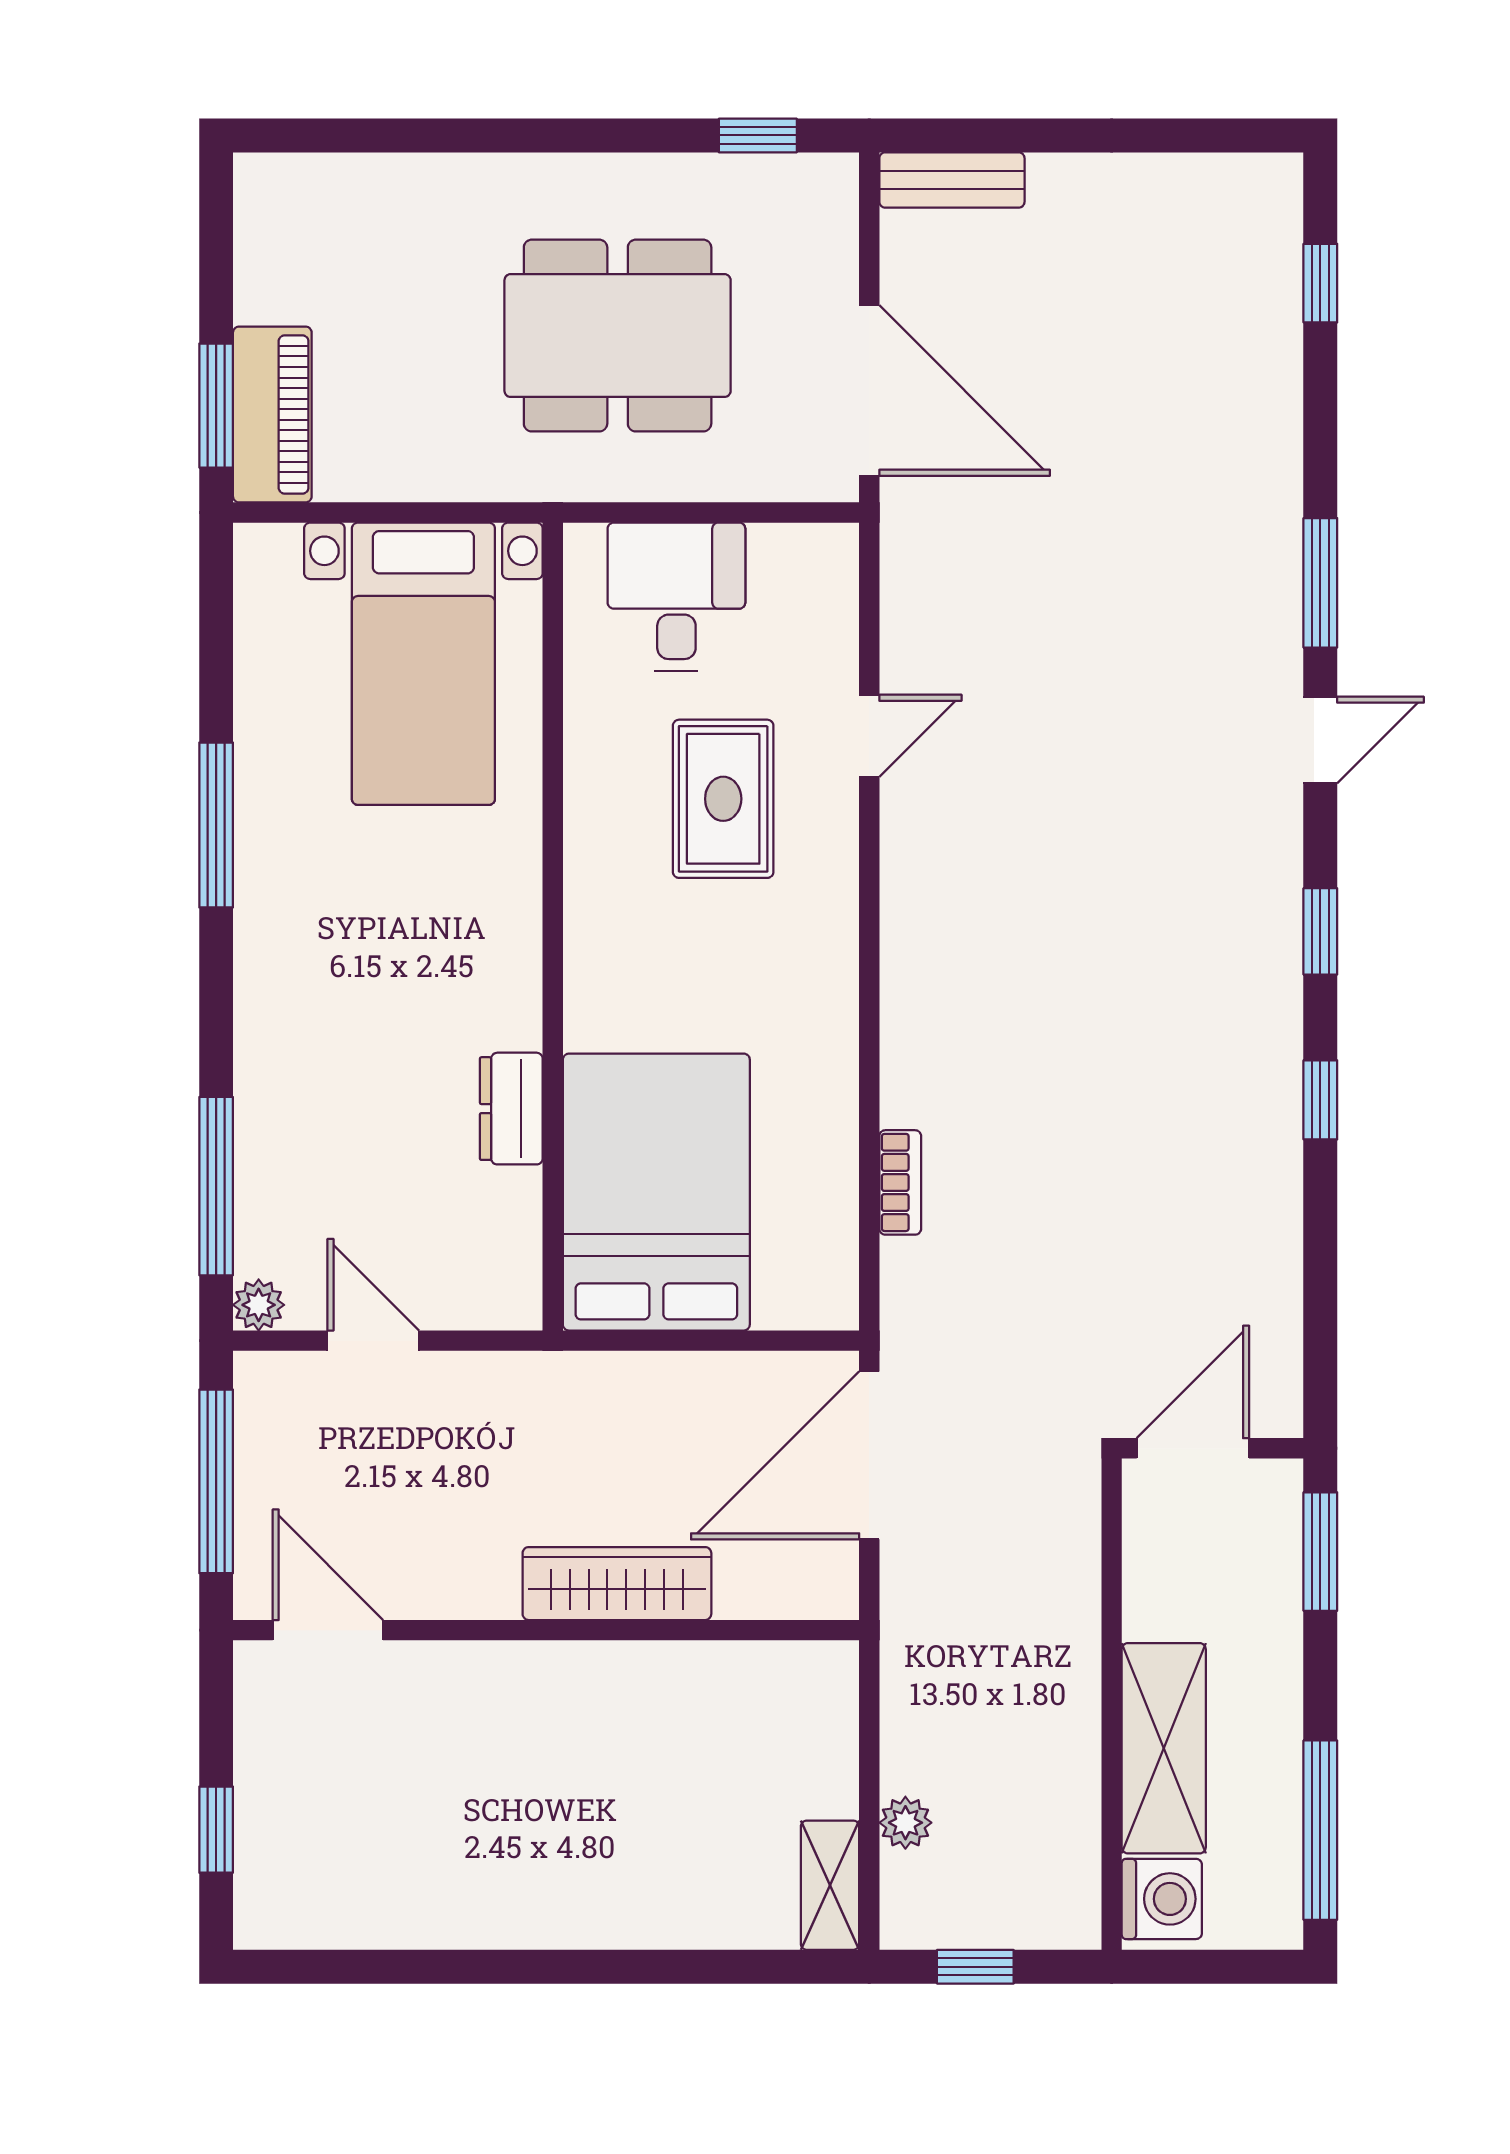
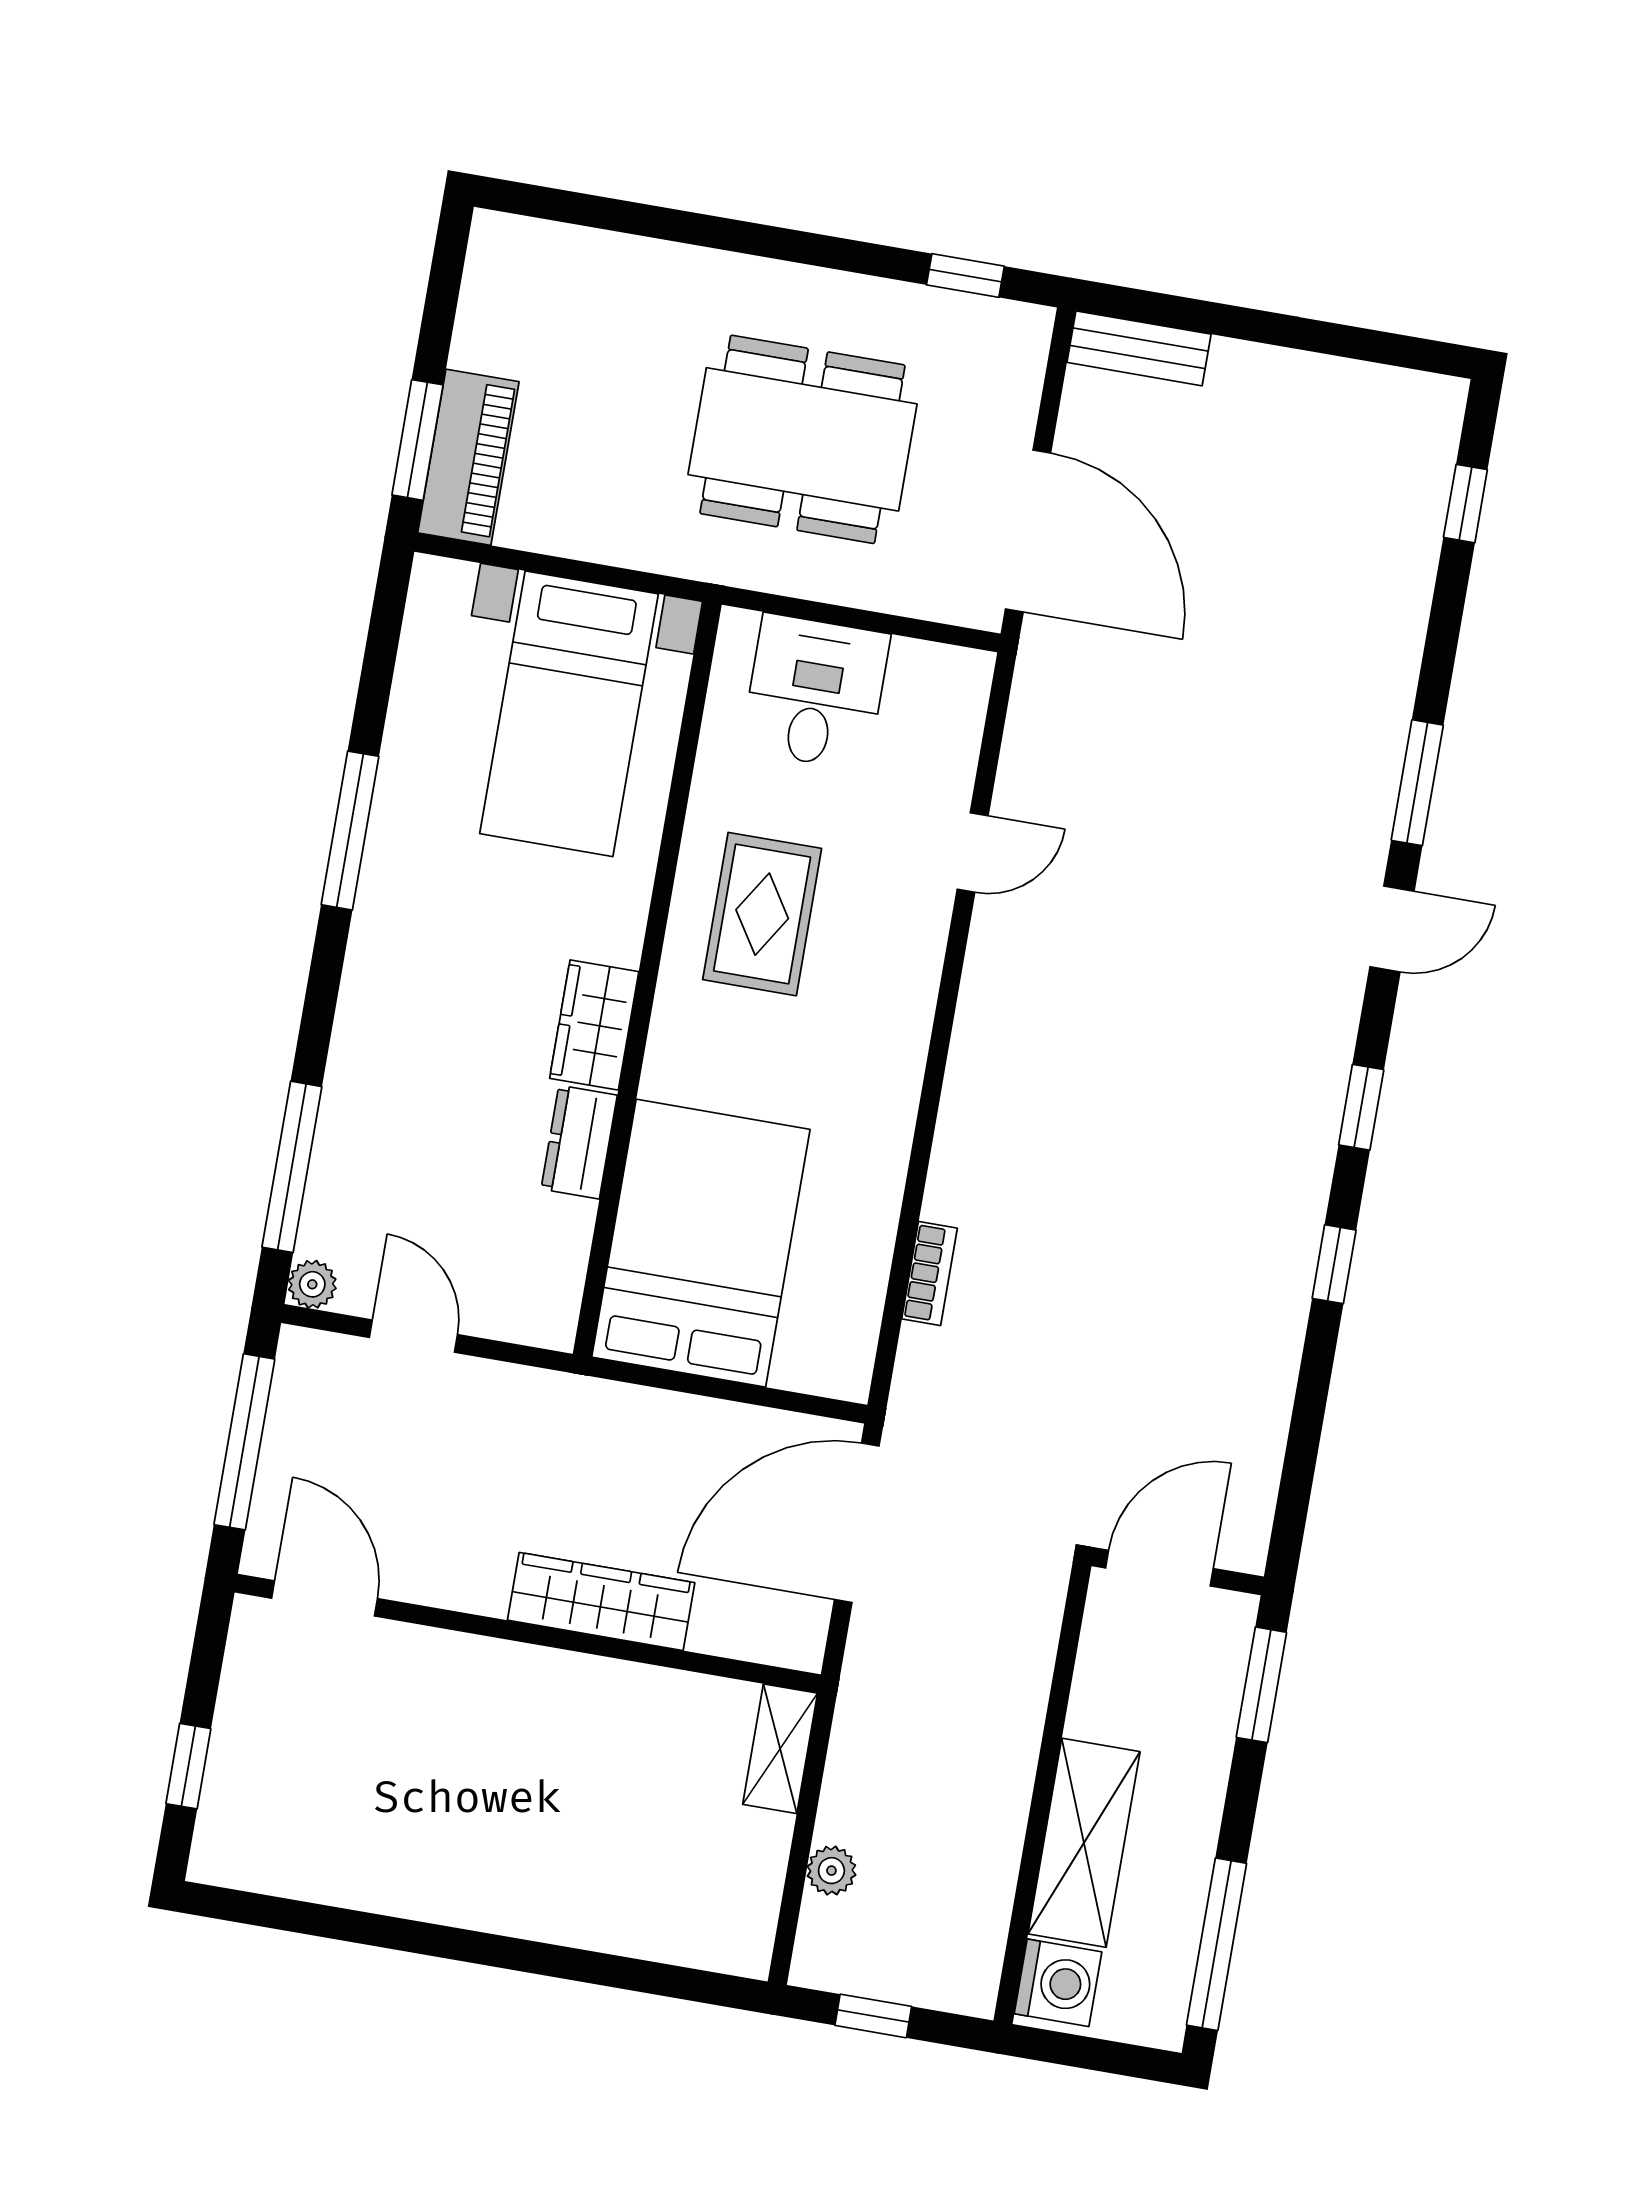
rug: (723, 799) -> (762, 914), moved
wardrobe: (506, 984) -> (594, 1025), added
shelving: (830, 1885) -> (780, 1749), moved

